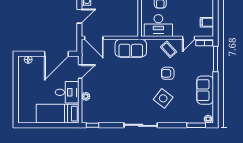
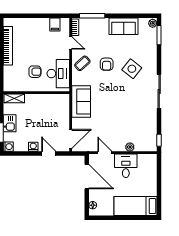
bed: (58, 114) -> (136, 206), moved, turned 90

